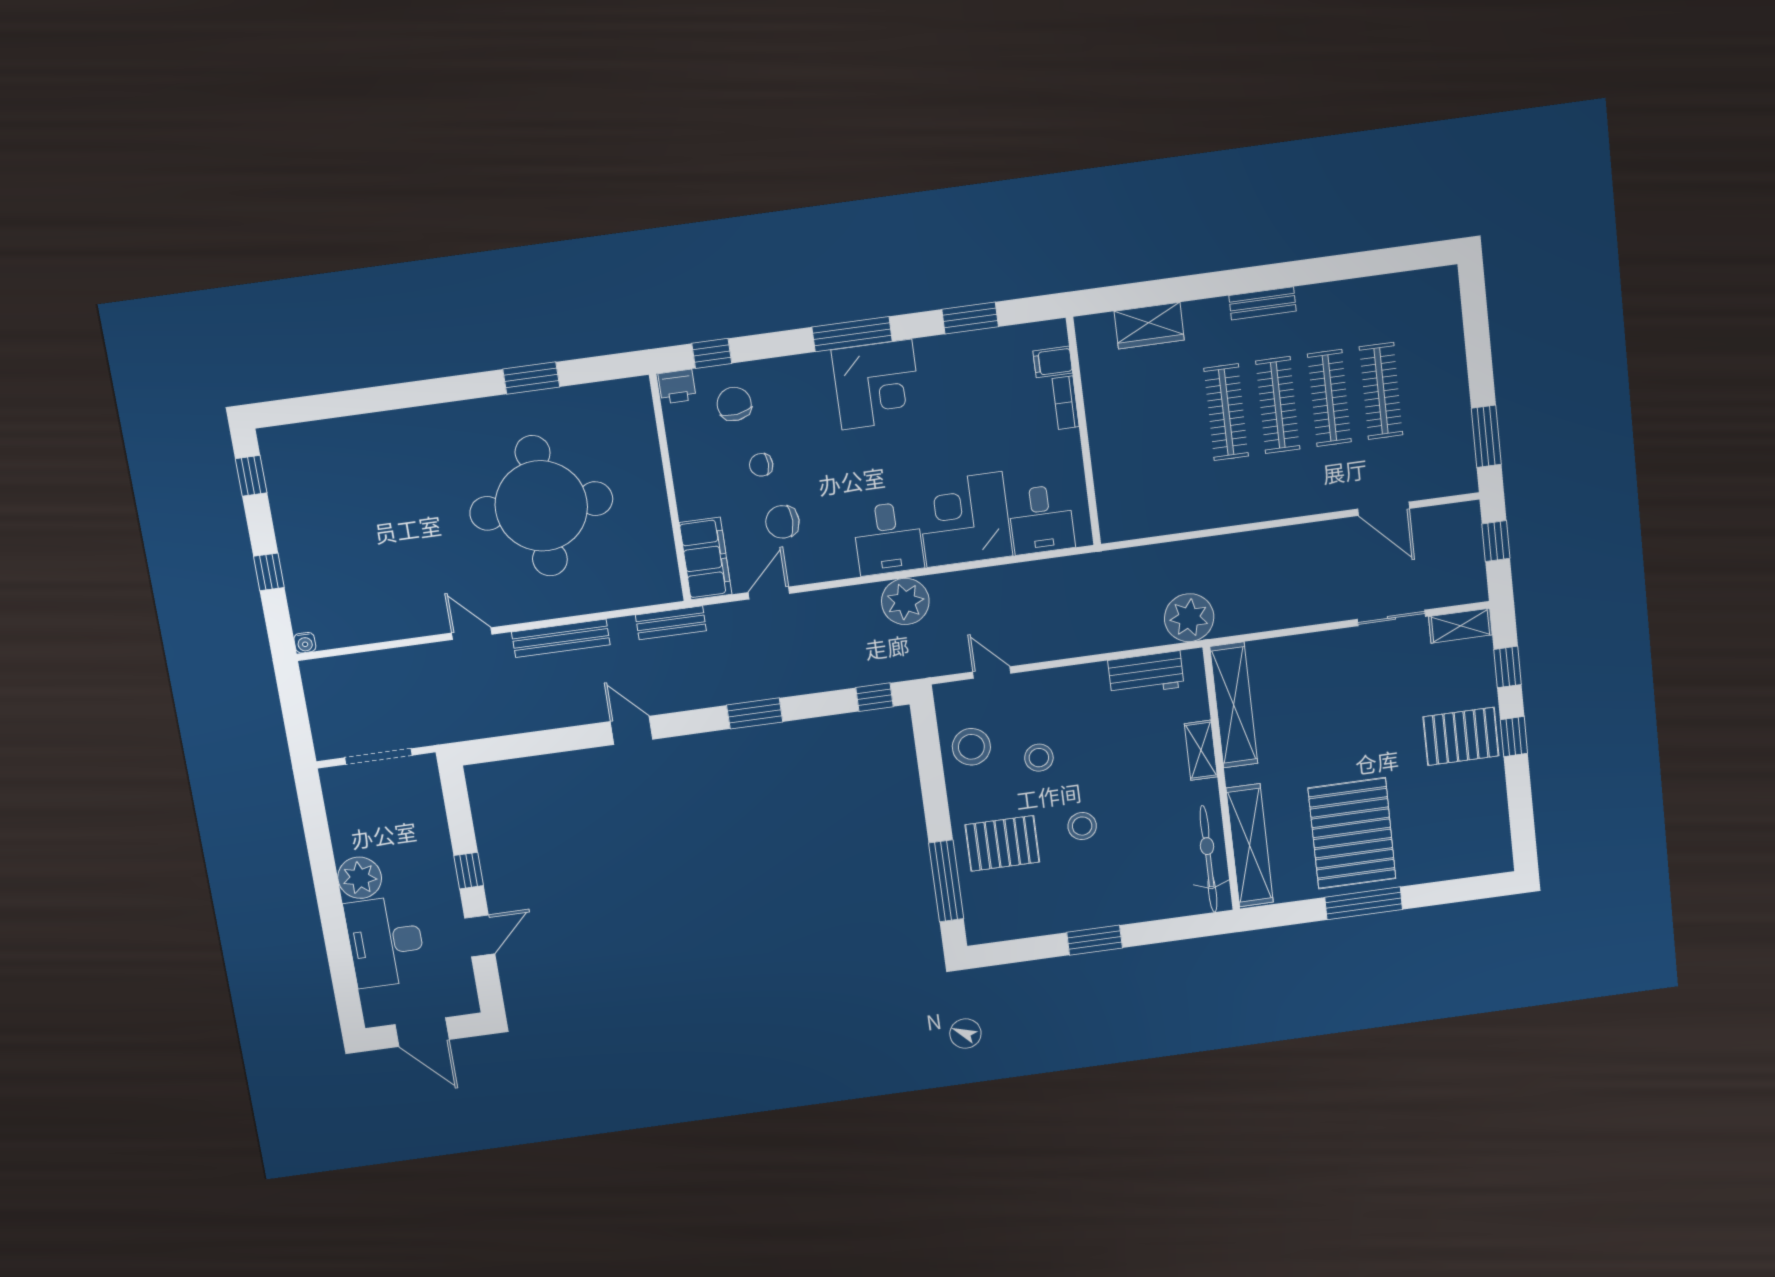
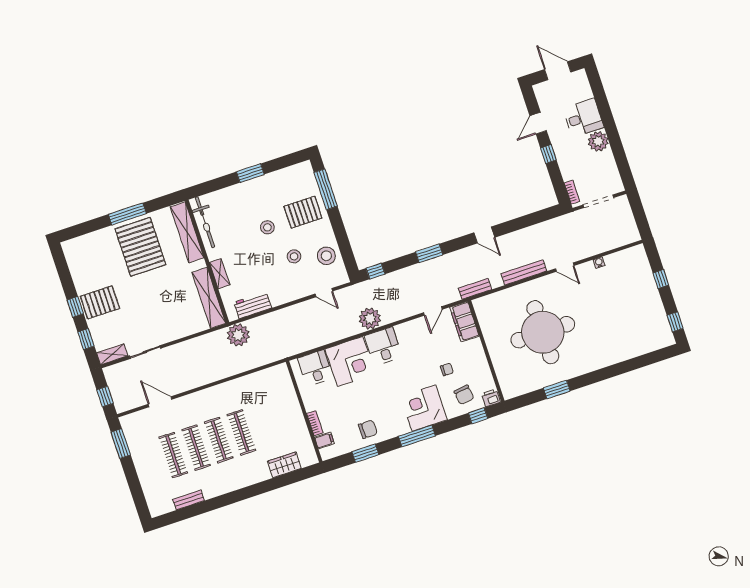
bench: (1263, 303) -> (189, 500), moved
corner desk: (877, 385) -> (424, 408), moved
chair: (782, 522) -> (368, 429), moved
water cooler: (305, 643) -> (599, 263), moved
bookcase: (431, 785) -> (572, 192), added
desk: (386, 942) -> (583, 118), width x0.73

